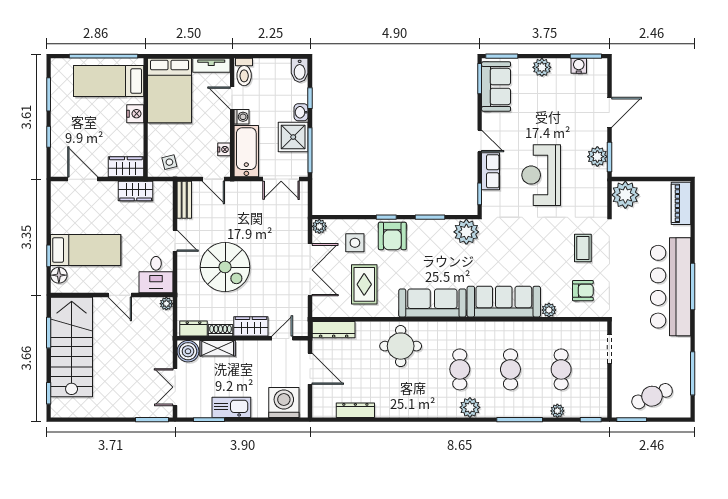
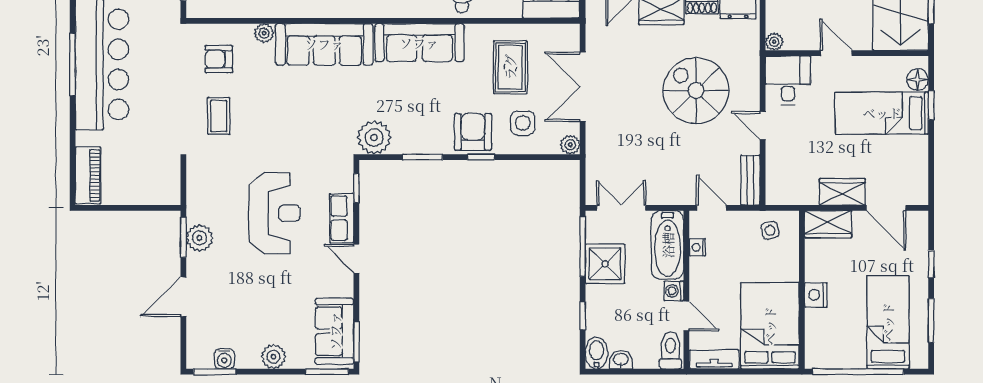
bed: (109, 81) -> (888, 322), moved, turned -90
washbasin: (301, 112) -> (621, 360), moved, turned -90
wardrobe: (136, 191) -> (842, 192), moved
plant: (625, 195) -> (162, 187), removed

